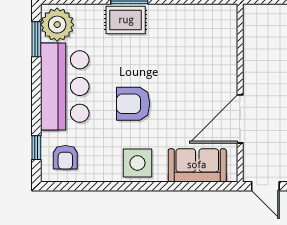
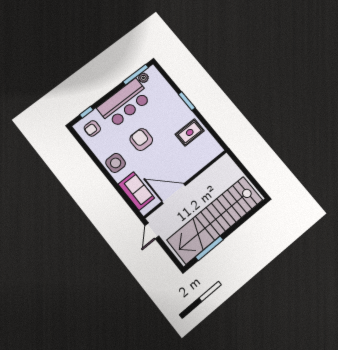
rug: (126, 20) -> (190, 132), moved, turned 90
plant: (57, 25) -> (143, 78), width x0.53, depth x0.53
window: (36, 39) -> (136, 75), width x1.44

